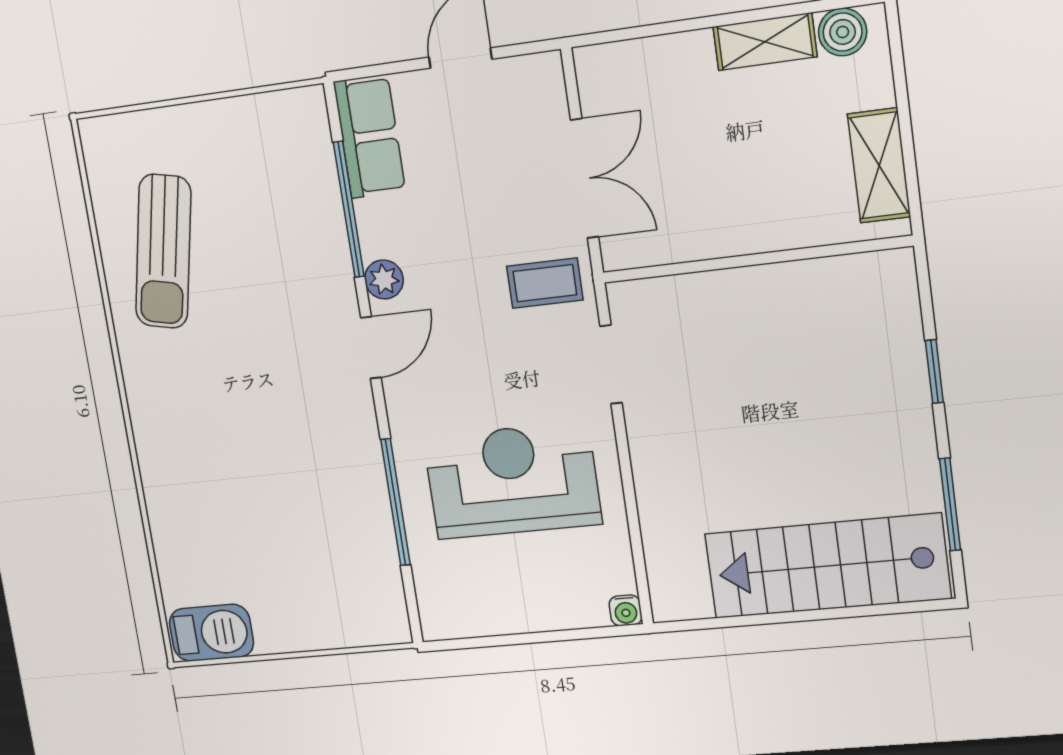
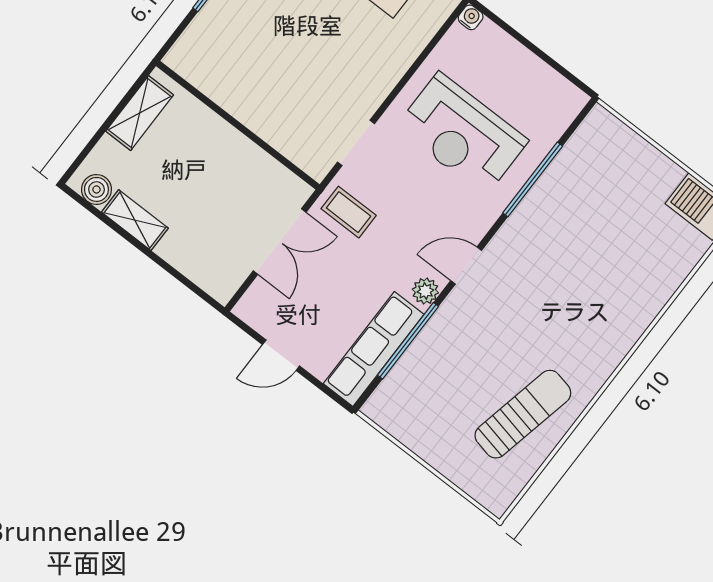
row of seats: (369, 137) -> (374, 349), width x1.48
double door: (585, 179) -> (280, 242), swing flipped

